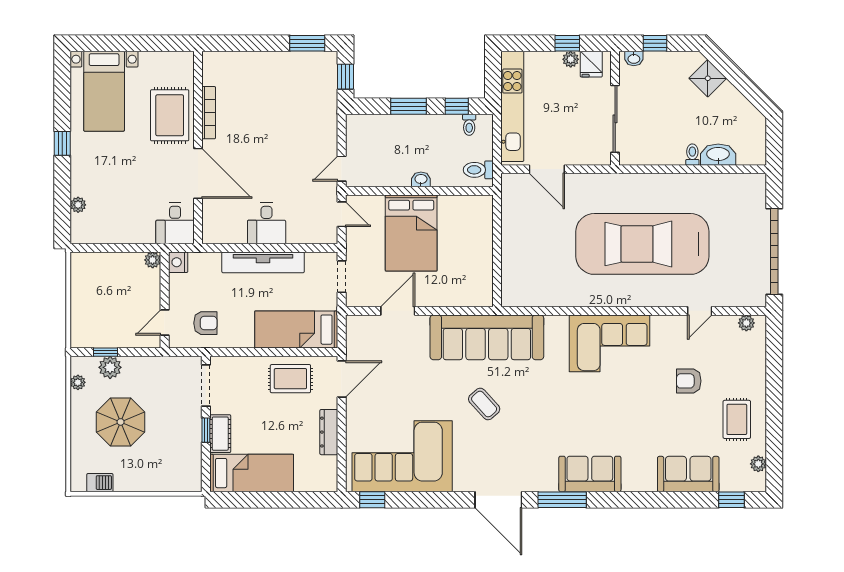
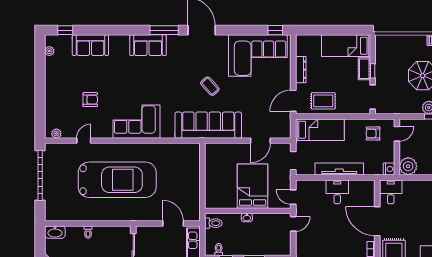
washbasin: (718, 155) -> (55, 232), moved
plant: (153, 260) -> (408, 166), width x1.87, depth x1.87
rug: (737, 419) -> (62, 77), removed

